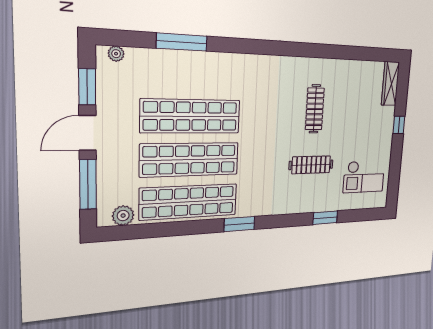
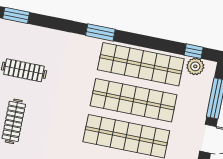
window: (129, 232) -> (194, 51), added

